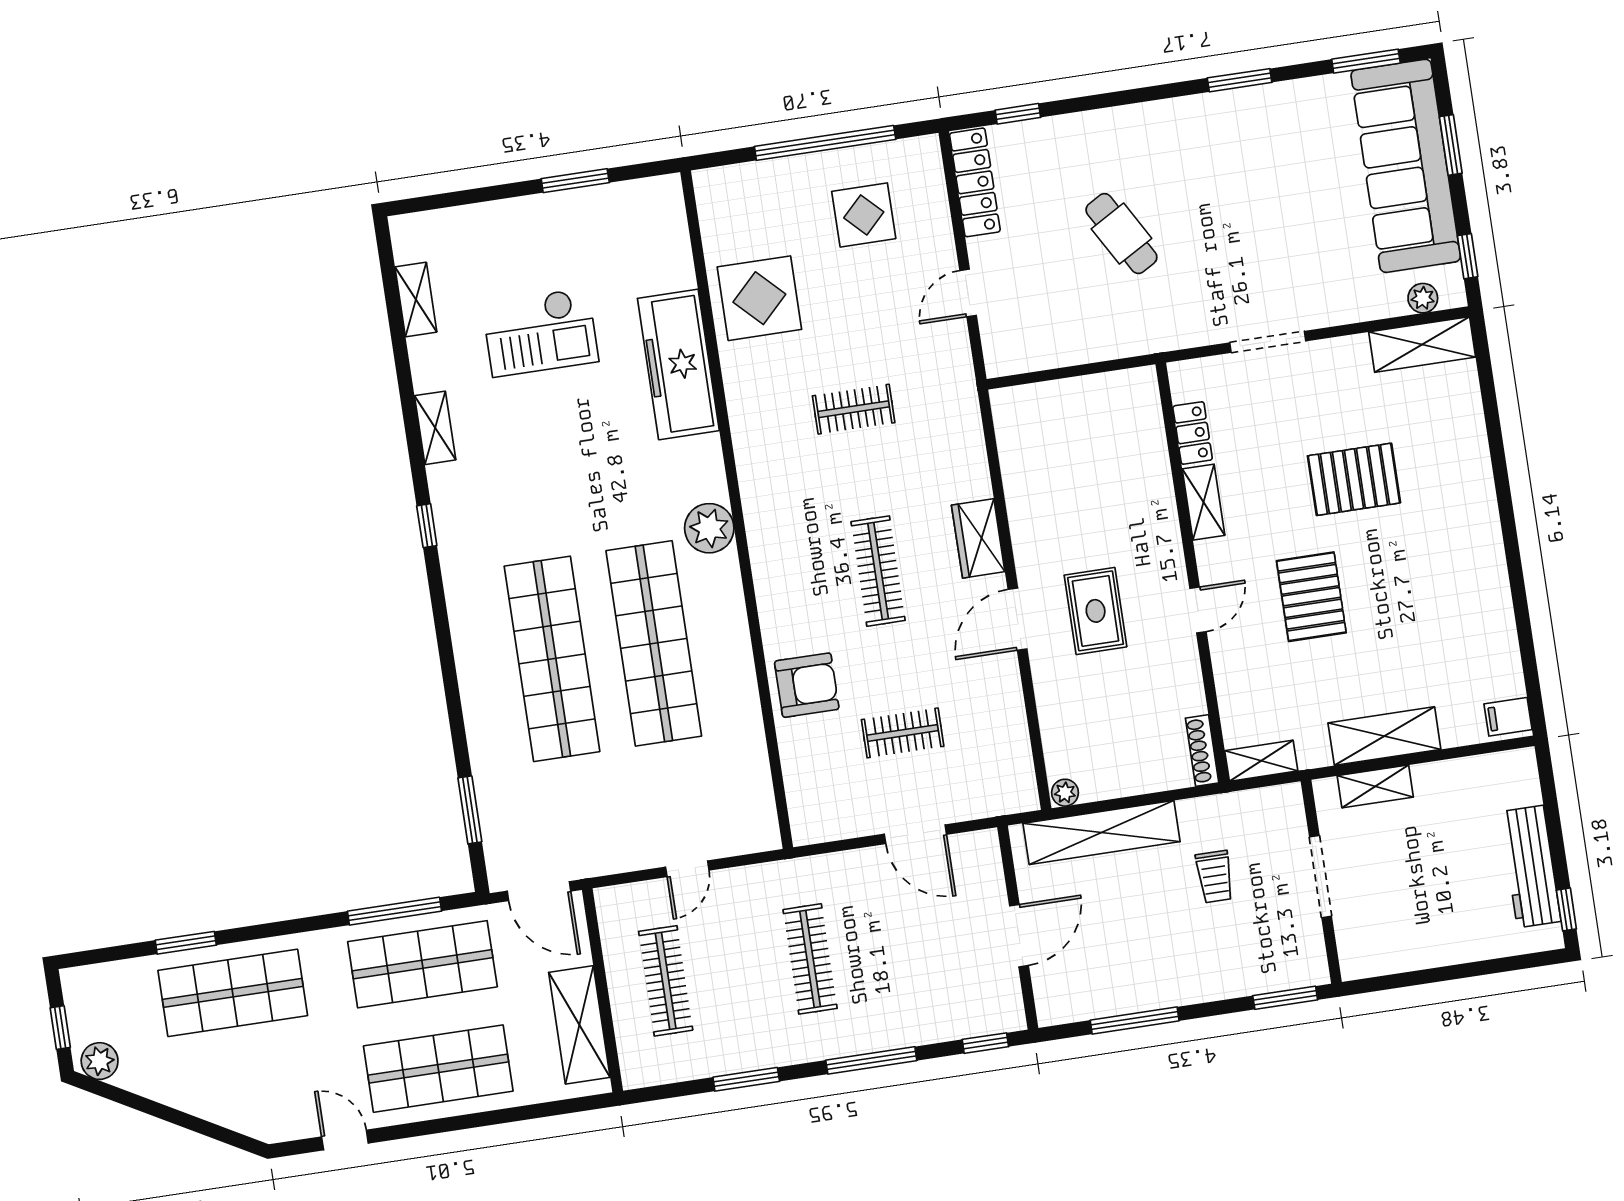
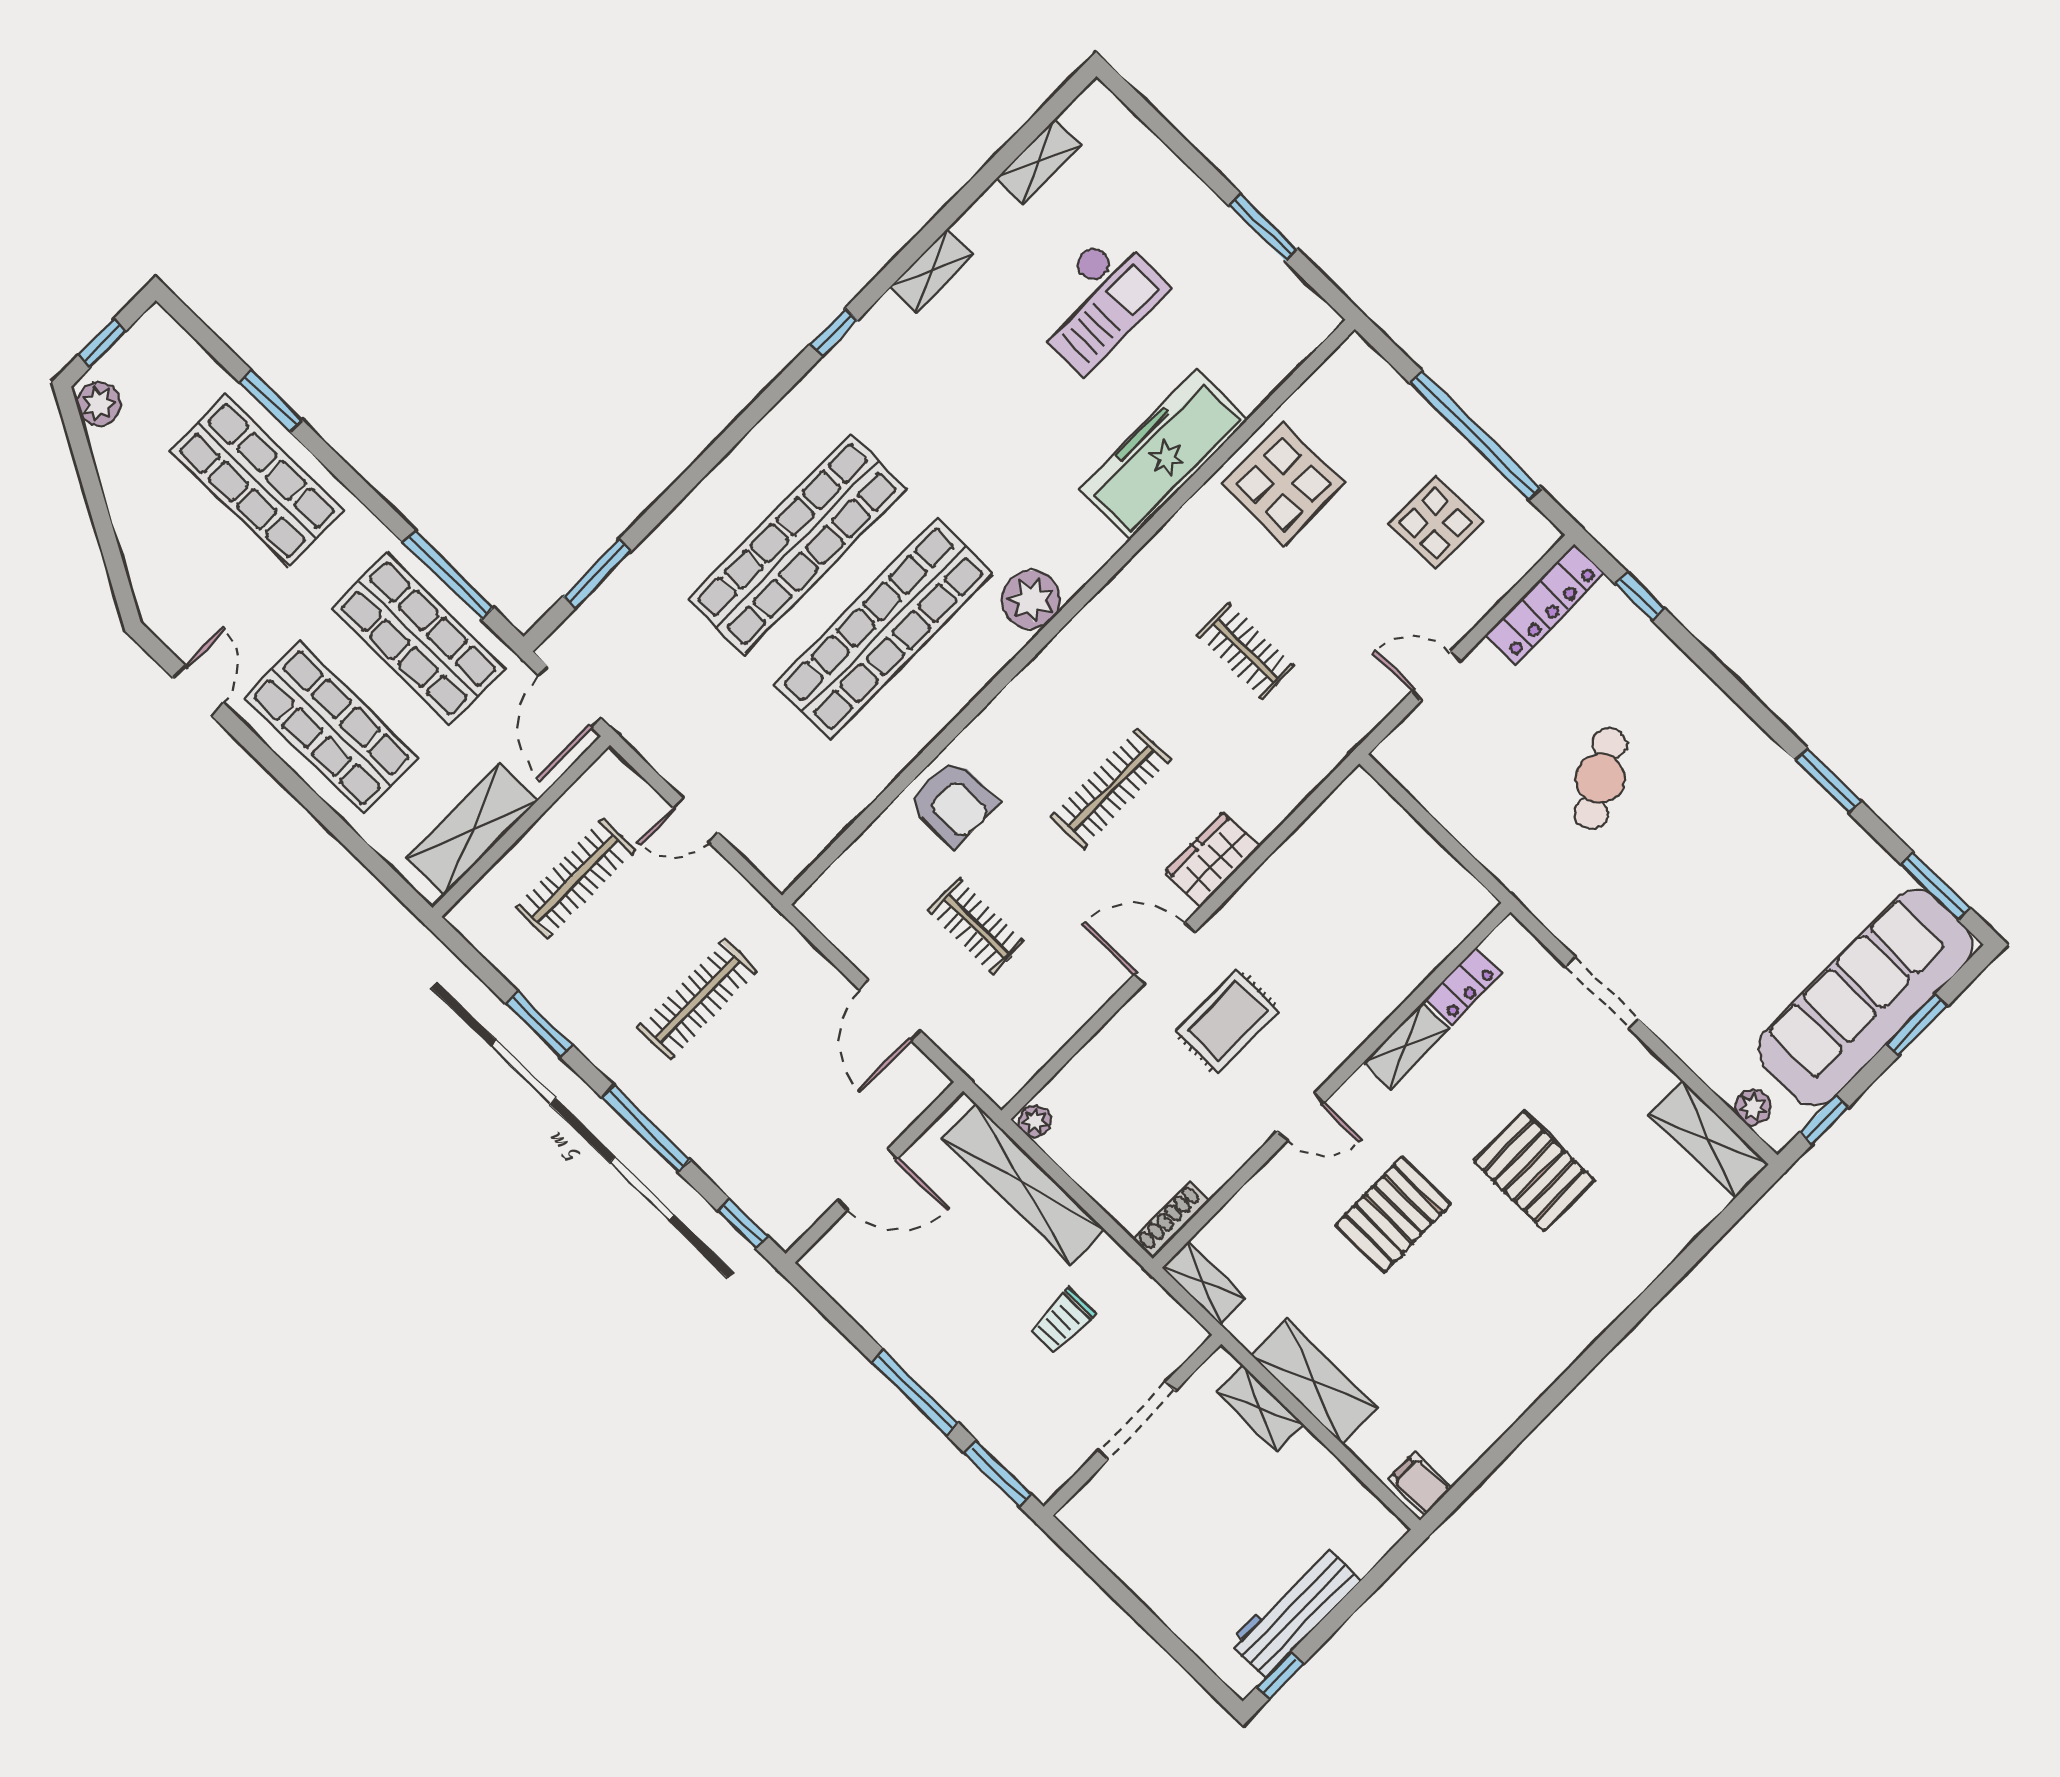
checkout: (540, 332) -> (1096, 302), turned -90
window: (1135, 1021) -> (915, 1393), moved

